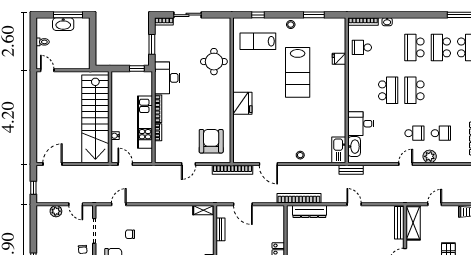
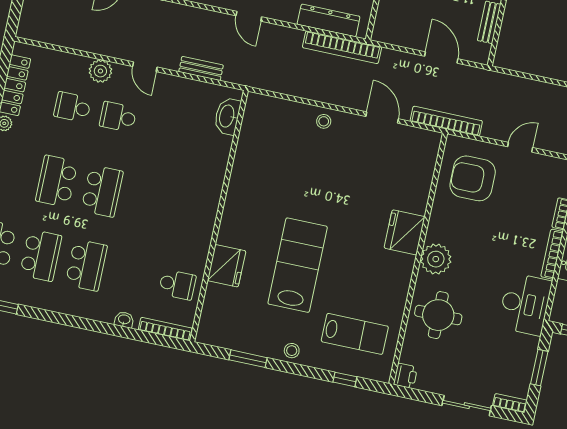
printer: (225, 24) -> (405, 376), added
fridge: (339, 59) -> (227, 266), width x1.88, depth x1.34
school desk: (388, 90) -> (57, 181), moved
plant: (222, 92) -> (436, 259), added
desk: (361, 124) -> (207, 153), removed
armchair: (211, 141) -> (473, 178), turned 90
kitchen sink: (339, 150) -> (255, 116), removed
door: (406, 164) -> (145, 67), hinge flipped
bench: (351, 170) -> (201, 68), moved
shelving: (203, 210) -> (512, 62), removed

